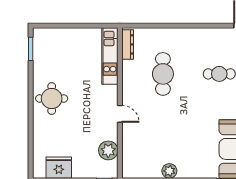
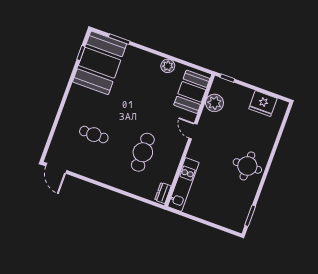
dresser: (128, 44) -> (163, 193), width x0.70
booth: (135, 153) -> (192, 92), added

